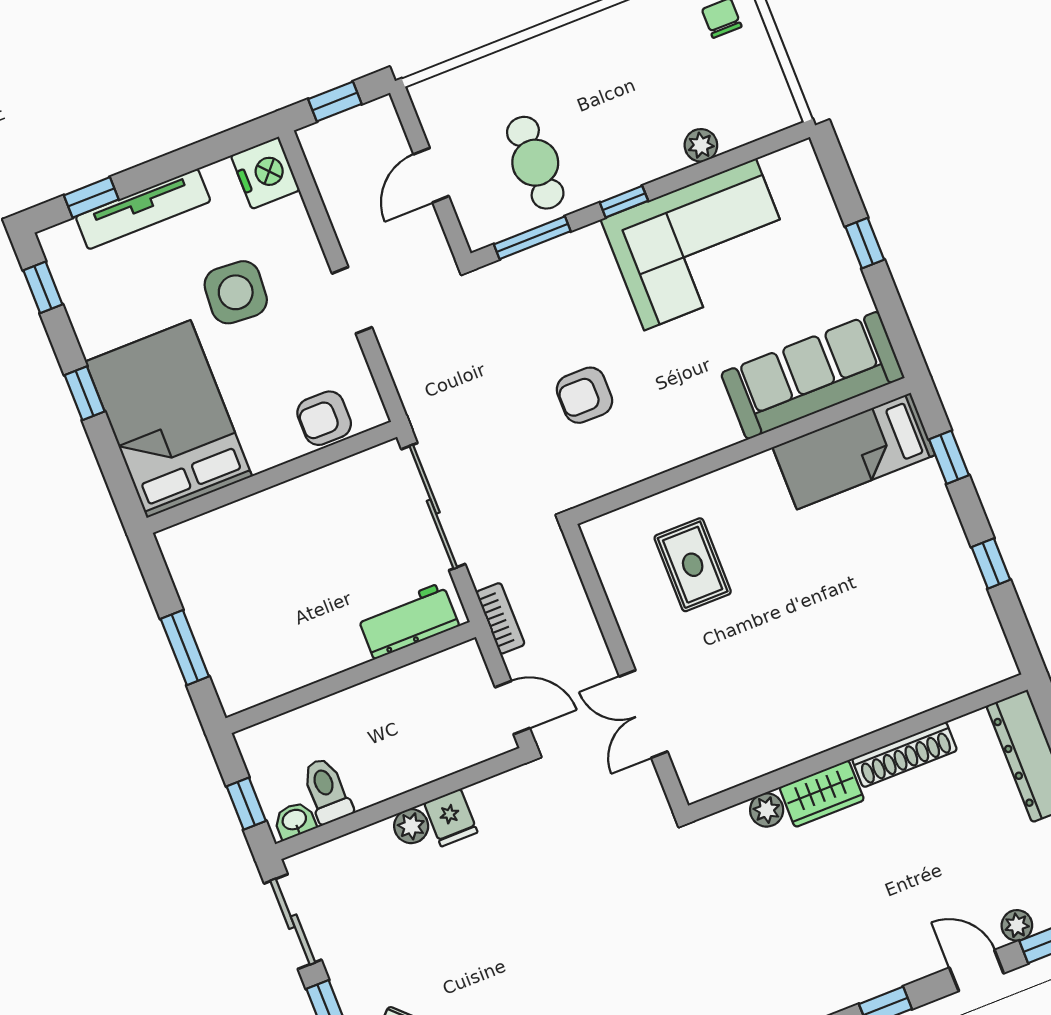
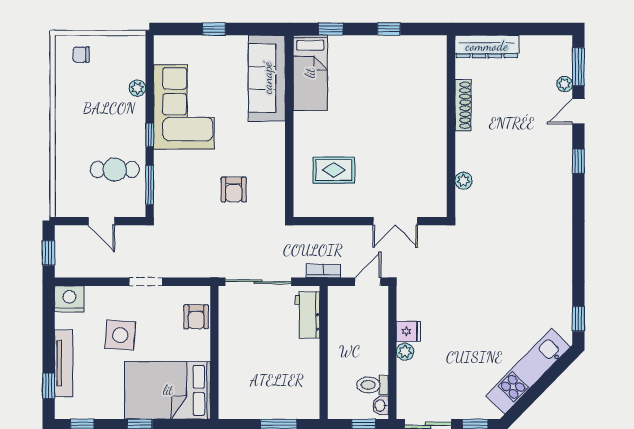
wardrobe: (822, 794) -> (466, 152), removed

